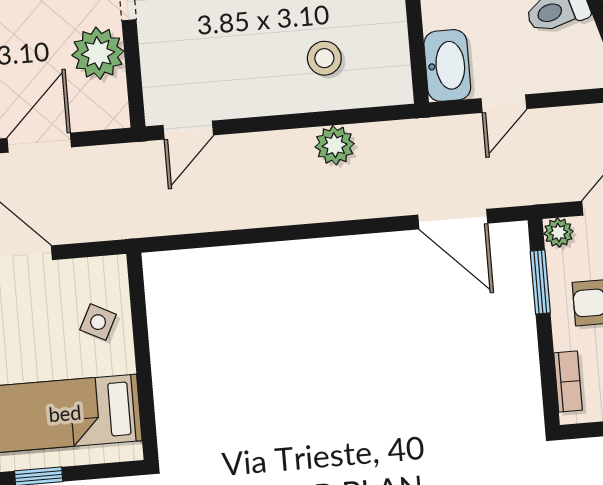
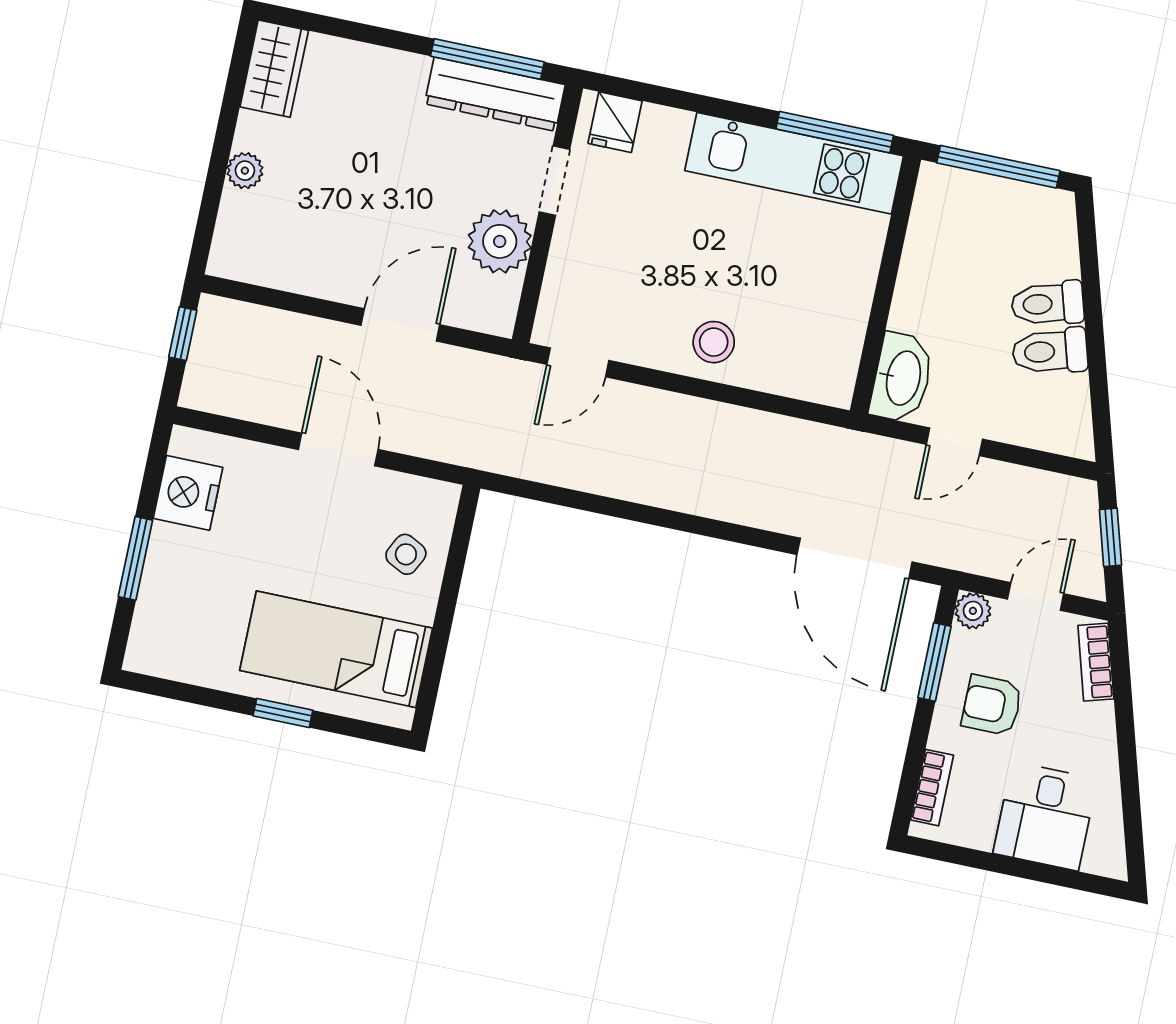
stool: (324, 58) -> (714, 342), moved
plant: (335, 145) -> (743, 431), removed
door: (453, 219) -> (855, 558), width x1.36

